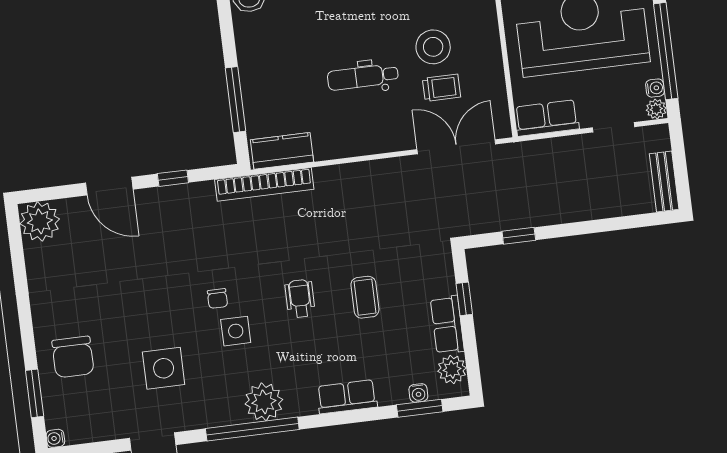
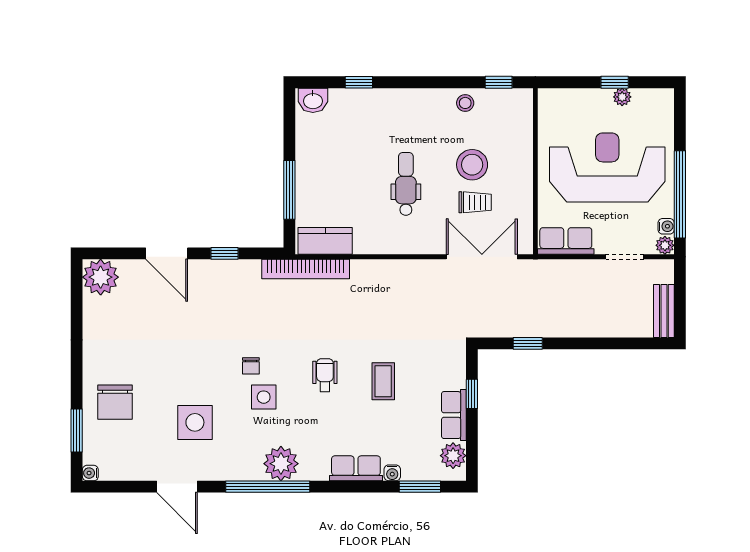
dental chair: (363, 77) -> (406, 184), turned 90
water cooler: (418, 393) -> (392, 473), moved

